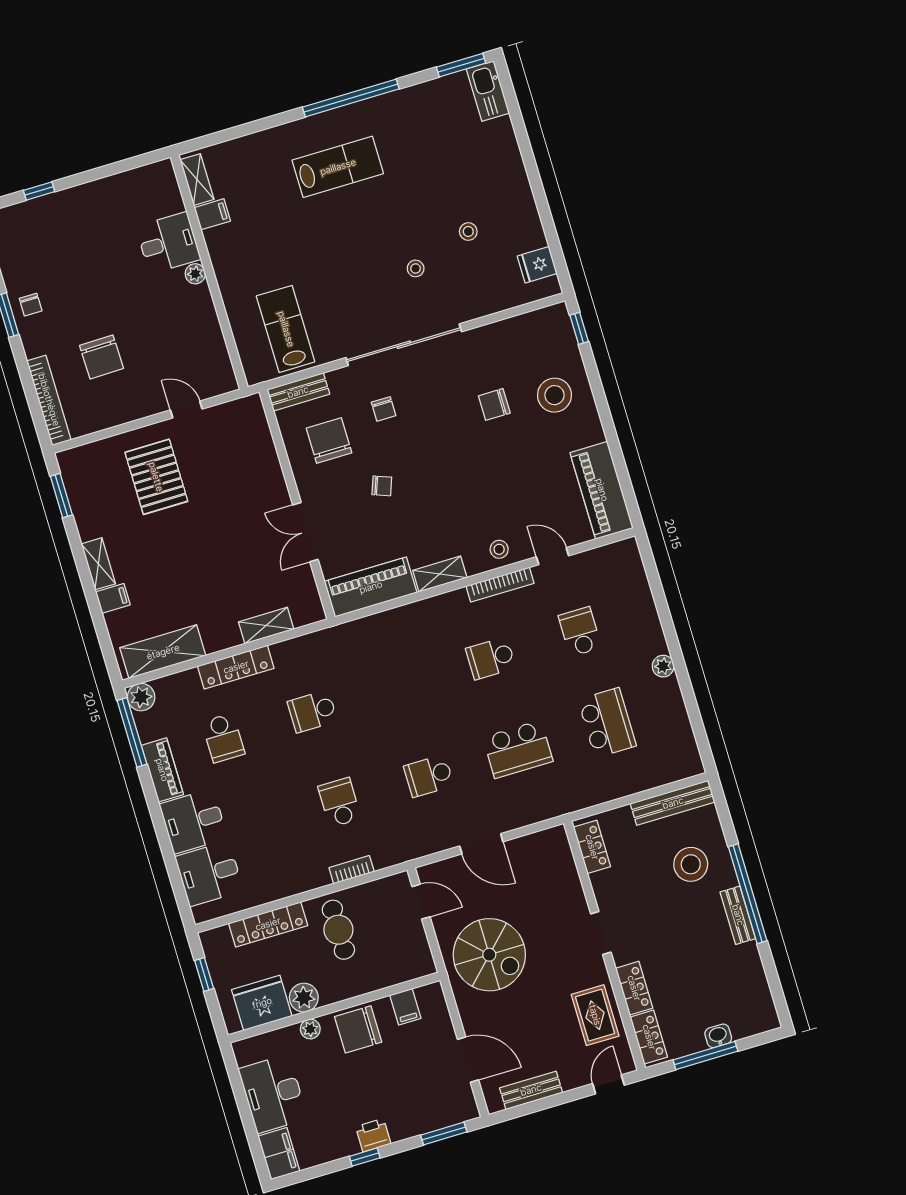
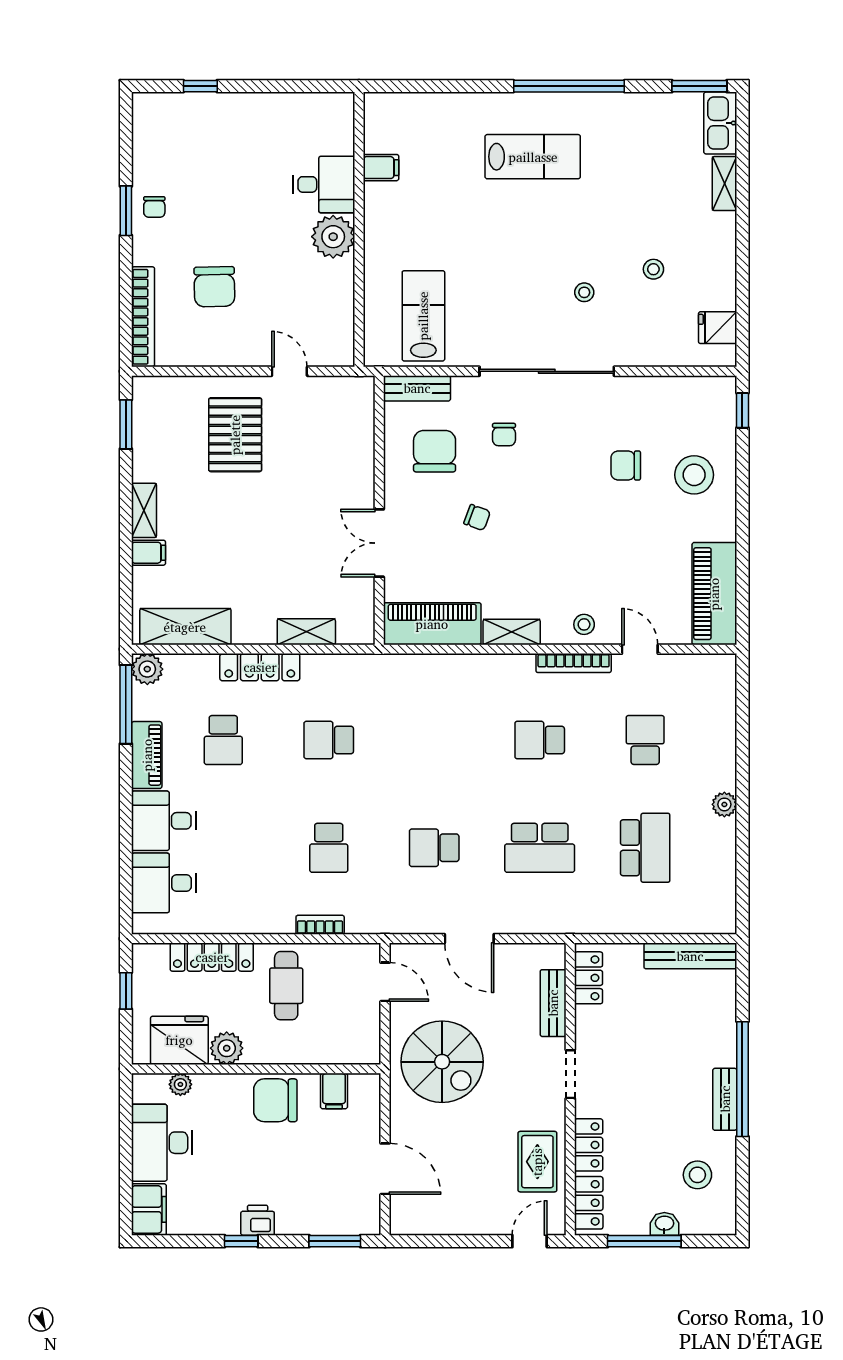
shelving: (197, 180) -> (724, 184), moved
plant: (195, 274) -> (333, 237), width x1.87, depth x1.87
school desk: (340, 802) -> (329, 848), turned 180
stool: (691, 864) -> (697, 1175), moved, width x0.73, depth x0.73
plant: (310, 1029) -> (180, 1084), moved
bench: (531, 1090) -> (553, 1003), moved, turned 90

